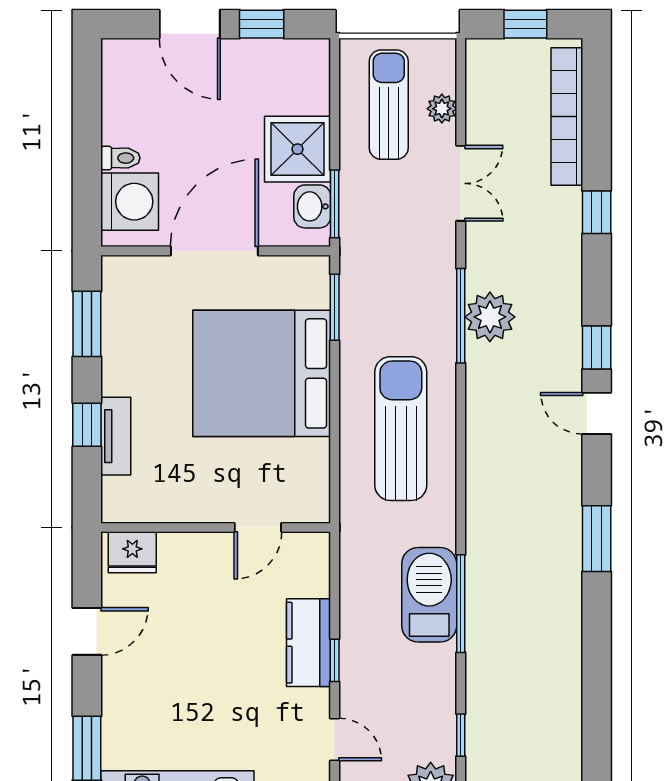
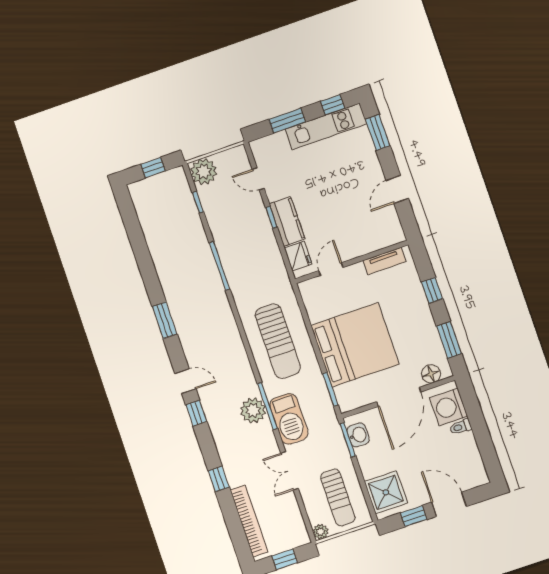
plant: (442, 109) -> (321, 532), moved
shower: (298, 149) -> (386, 492), moved
floor lamp: (141, 273) -> (431, 374), added
tv unit: (116, 436) -> (385, 261), moved, turned -90
fridge: (132, 552) -> (298, 256), moved, turned 90
barbecue: (429, 595) -> (289, 419), moved

